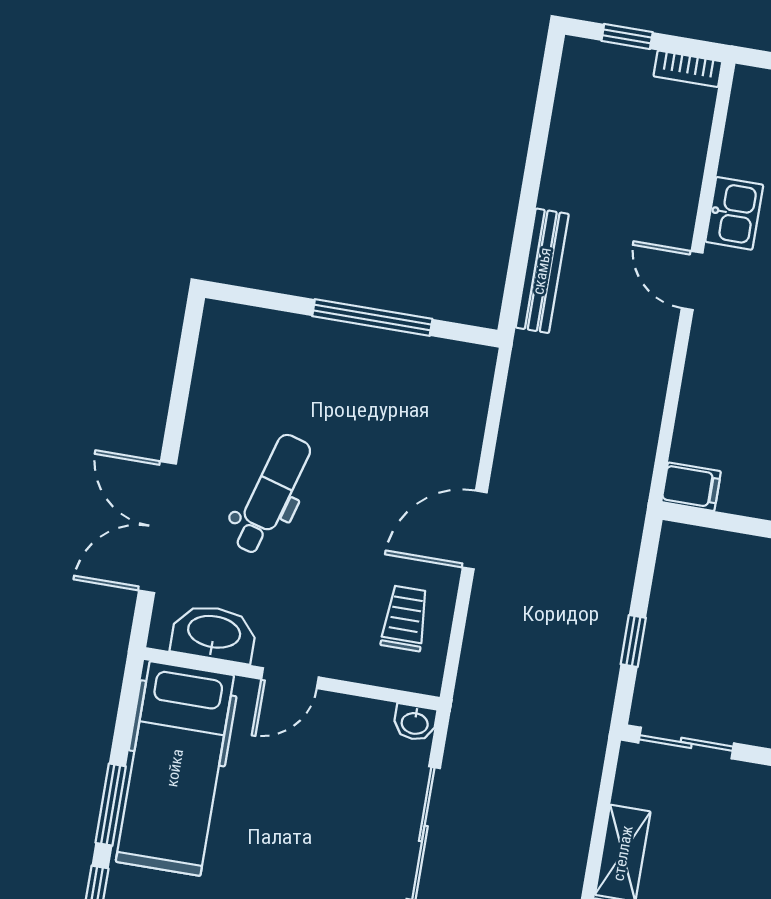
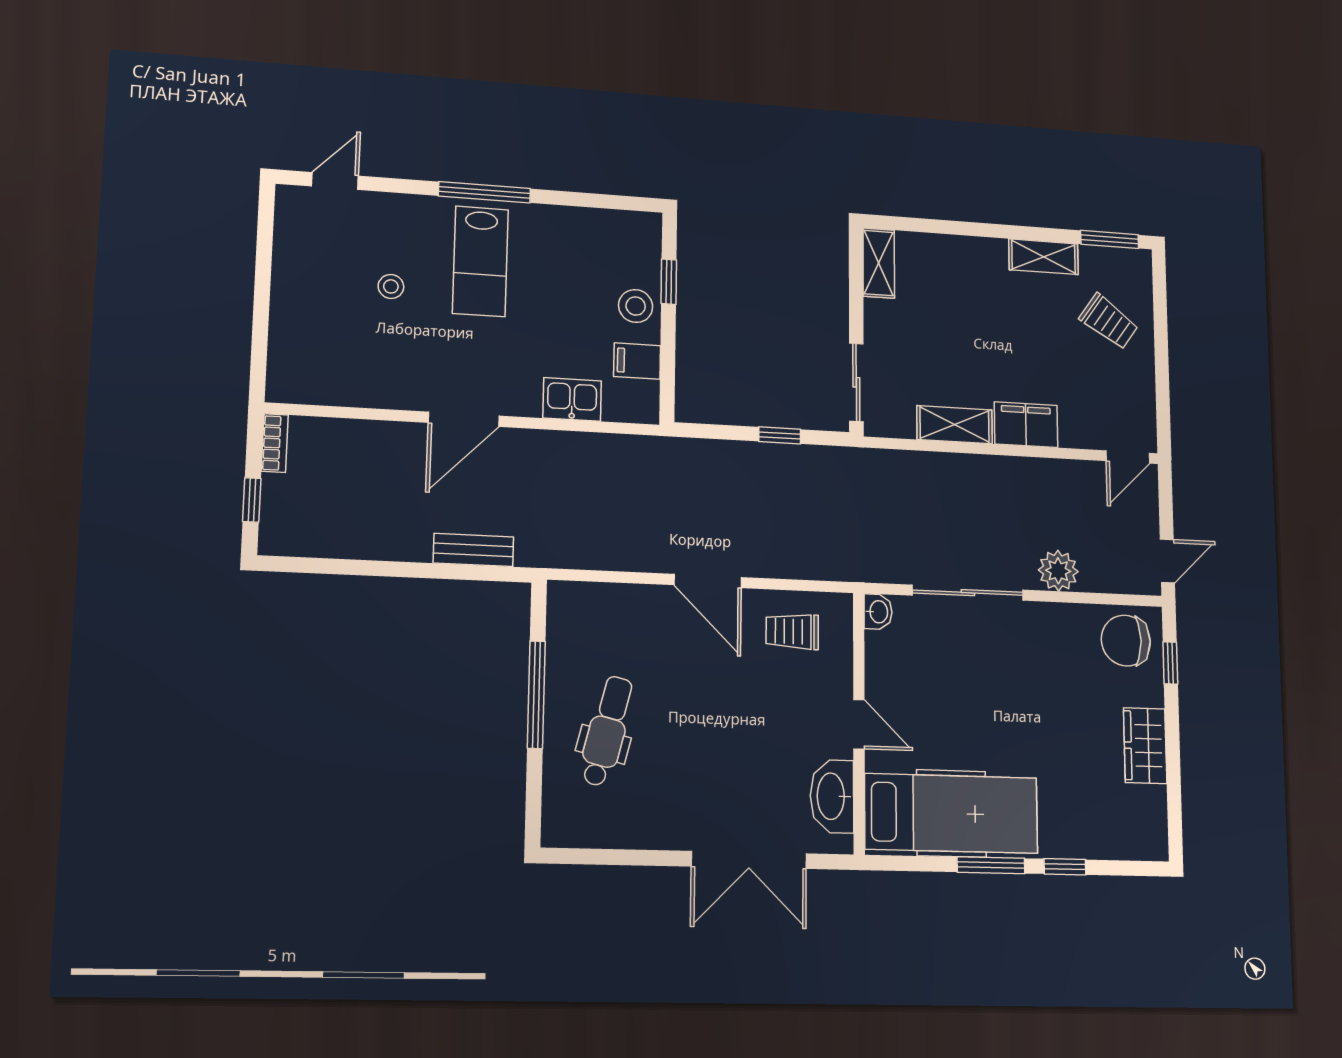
kitchen sink: (734, 213) -> (572, 399), moved
bench: (542, 271) -> (473, 550), width x0.73
door: (692, 280) -> (464, 419), width x1.38
filing cabinet: (691, 487) -> (637, 361), moved, turned -90
dental chair: (271, 494) -> (607, 731), moved, turned 88

